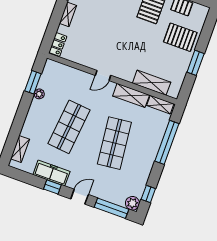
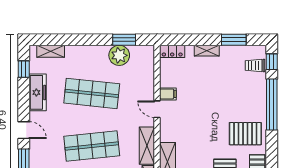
filing cabinet: (93, 61) -> (168, 94), added
plant: (39, 94) -> (119, 55), width x1.87, depth x1.87
window: (52, 187) -> (24, 69), moved

